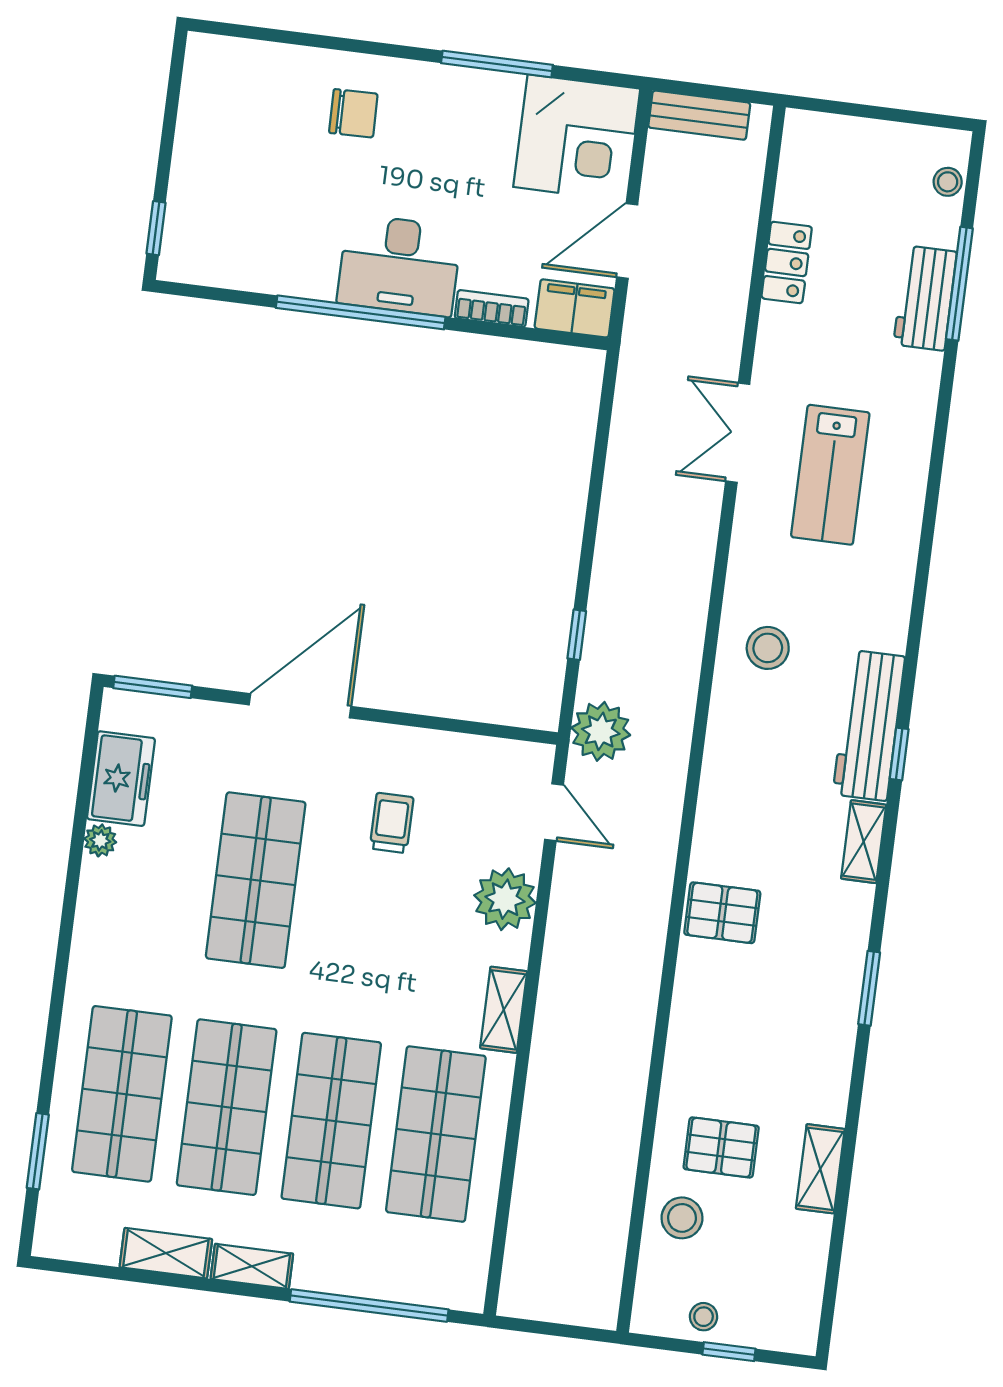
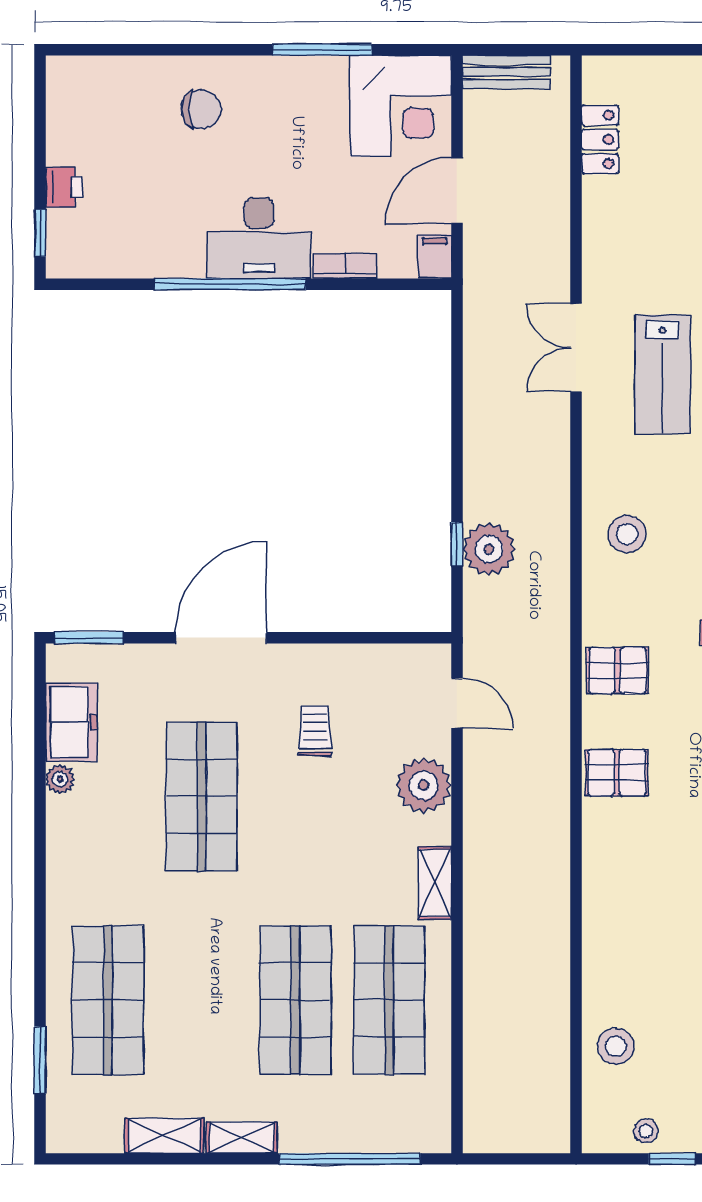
printer: (189, 180) -> (64, 187), added
locker: (787, 262) -> (600, 140), moved
filing cabinet: (575, 308) -> (435, 256), width x0.50
plant: (601, 731) -> (489, 549), moved
shop shelf: (227, 1107) -> (202, 1000), removed
pallet: (721, 1147) -> (618, 671), moved

